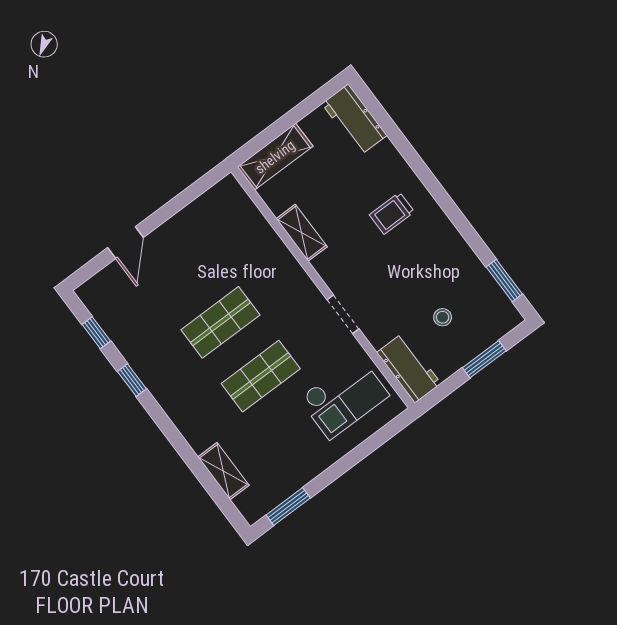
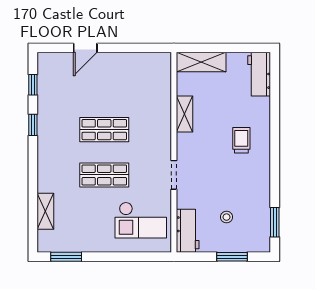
trolley: (392, 213) -> (241, 140), turned 90

